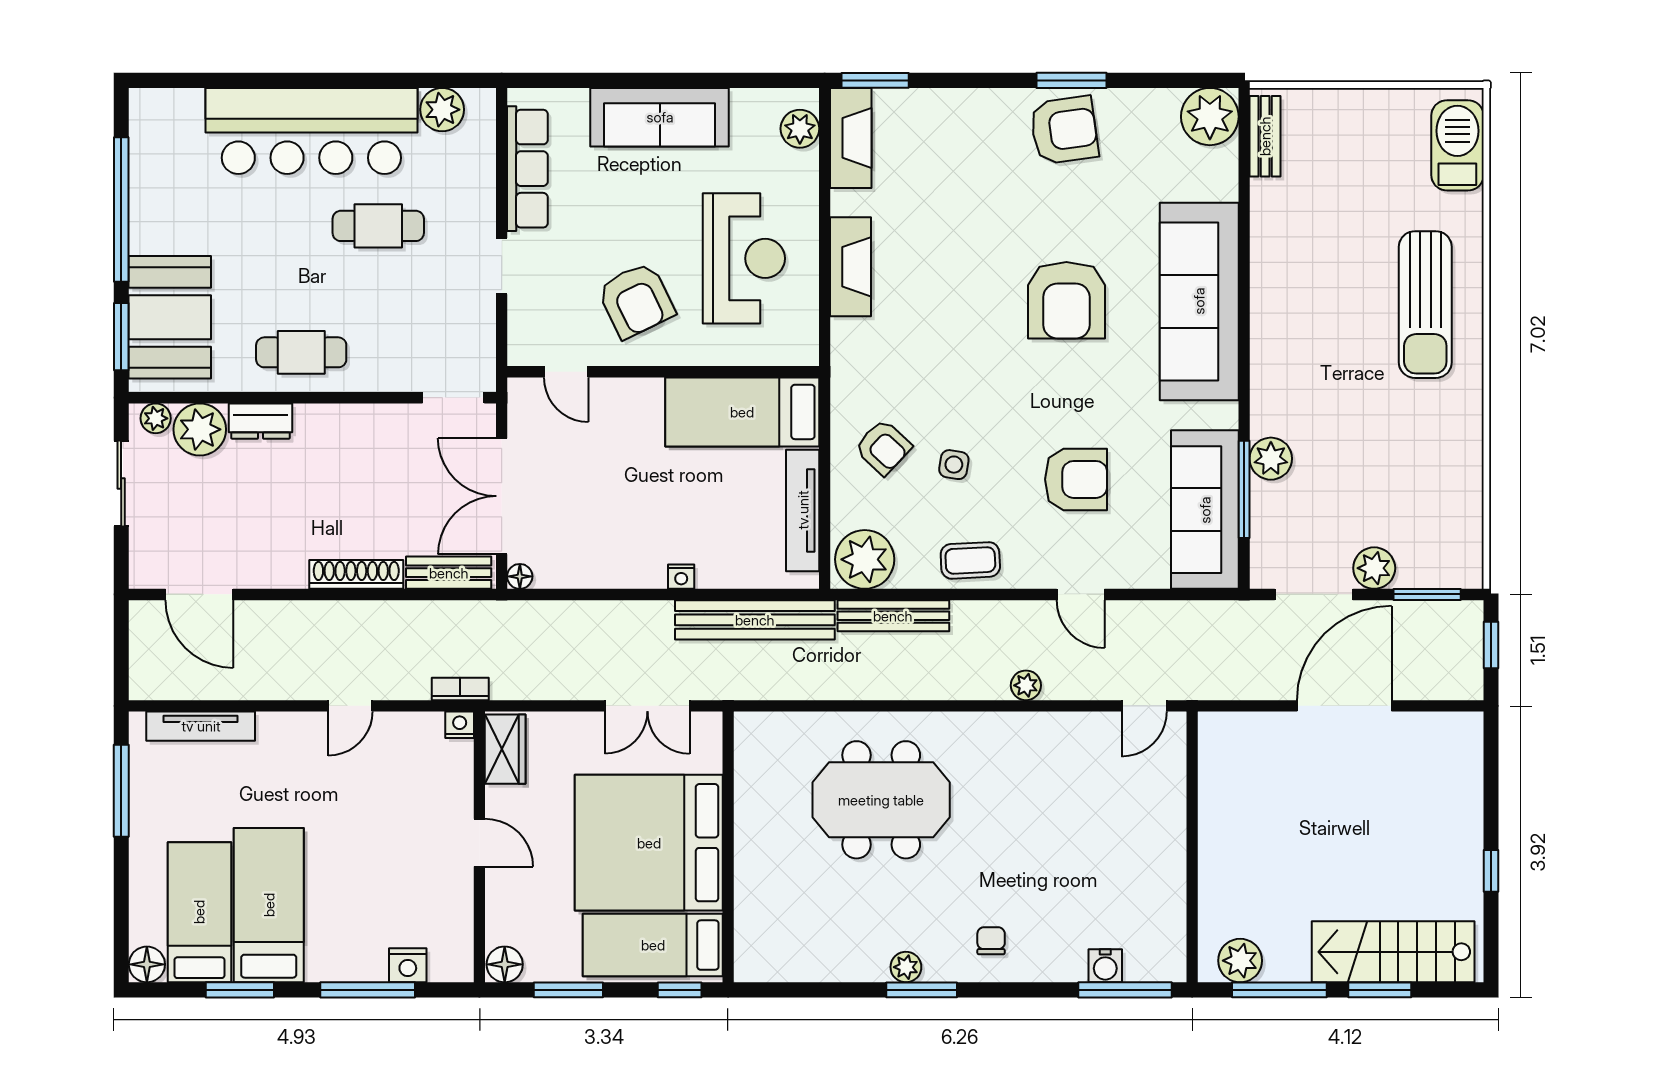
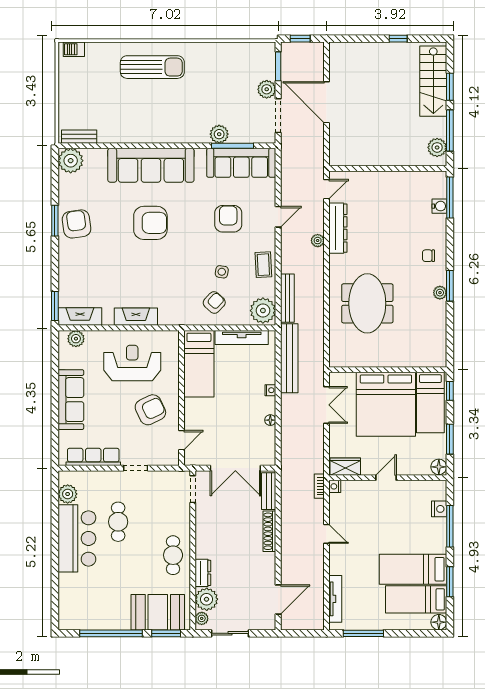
bar counter: (311, 131) -> (77, 538), width x0.73
barbecue: (1457, 145) -> (74, 49), width x0.53, depth x0.65
floor lamp: (520, 576) -> (270, 420), moved
door: (1144, 706) -> (327, 189), hinge flipped
dresser: (1054, 732) -> (338, 228), added

